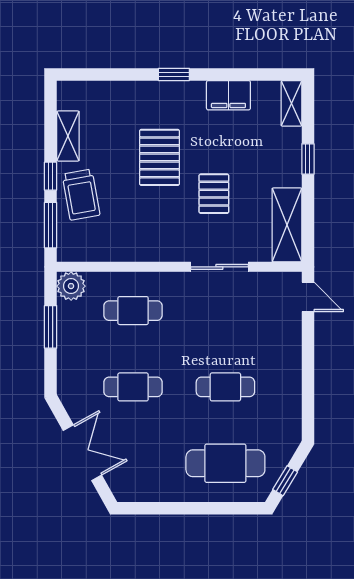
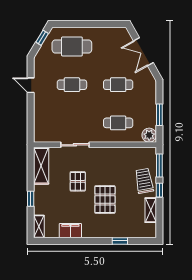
window: (174, 74) -> (120, 241), moved
door: (308, 297) -> (31, 85), moved

